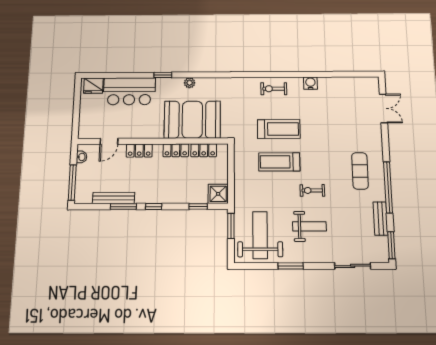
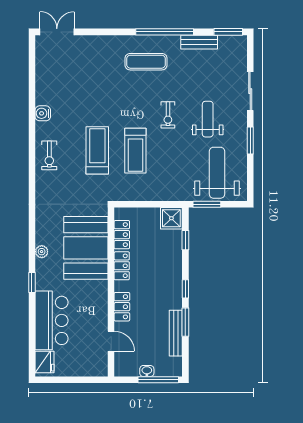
double door: (383, 108) -> (57, 32), moved
washbasin: (82, 157) -> (147, 371), moved
weight bench: (260, 235) -> (217, 173), turned 90
sliding door: (353, 266) -> (250, 91), moved

